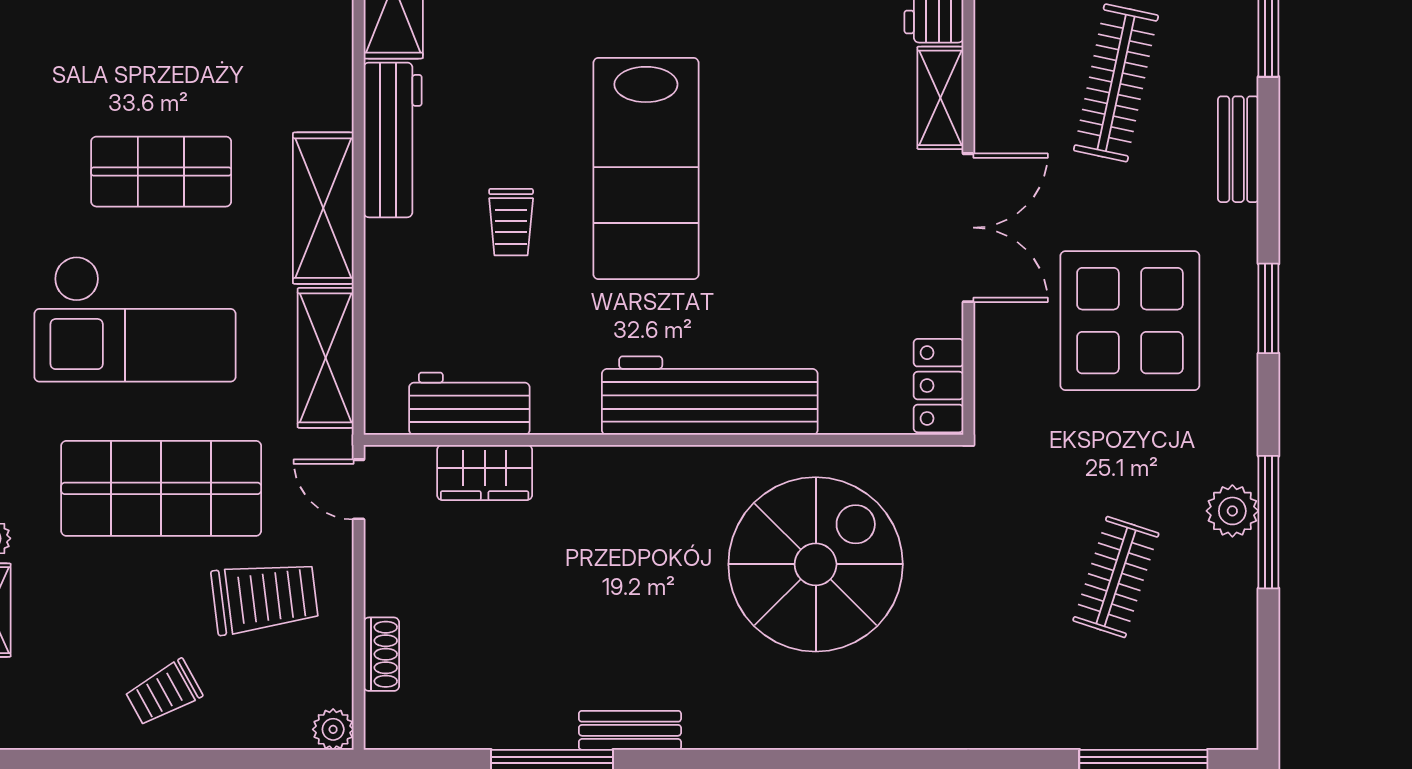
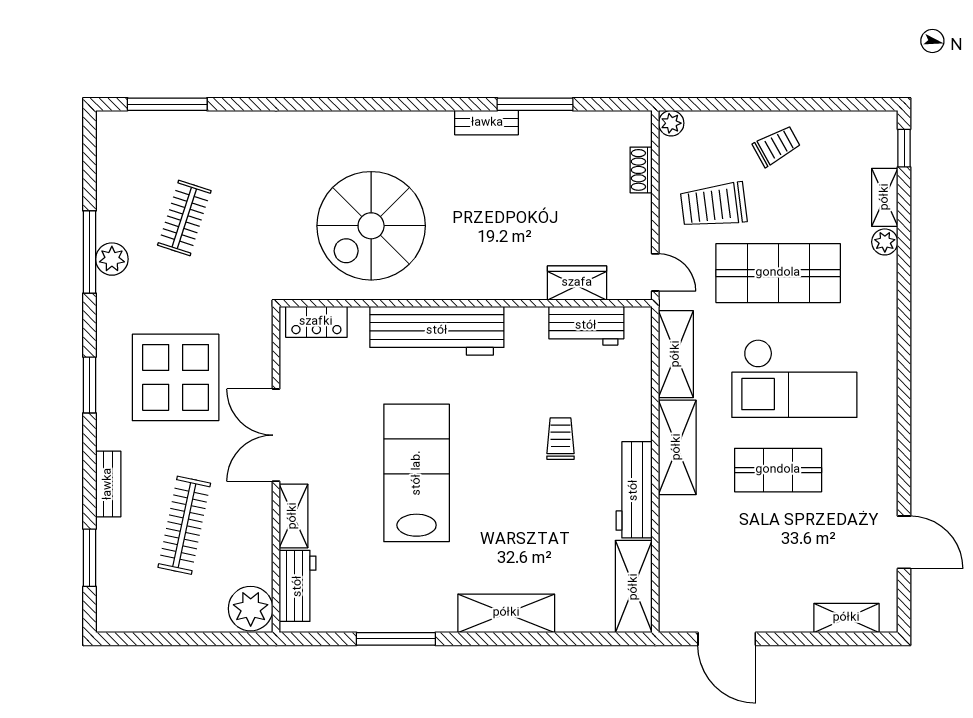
lab bench: (646, 169) -> (417, 473), moved
checkout: (135, 319) -> (794, 378), turned 180
locker: (939, 386) -> (316, 322), moved, turned 90

